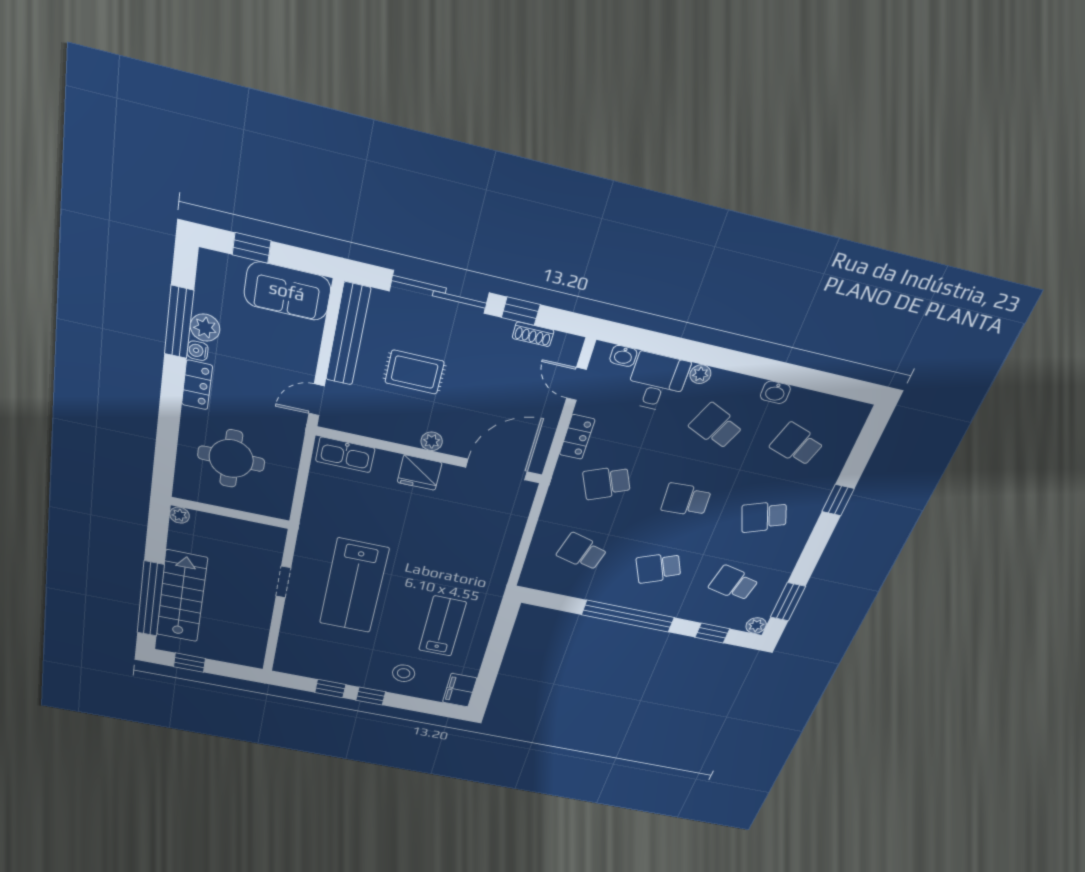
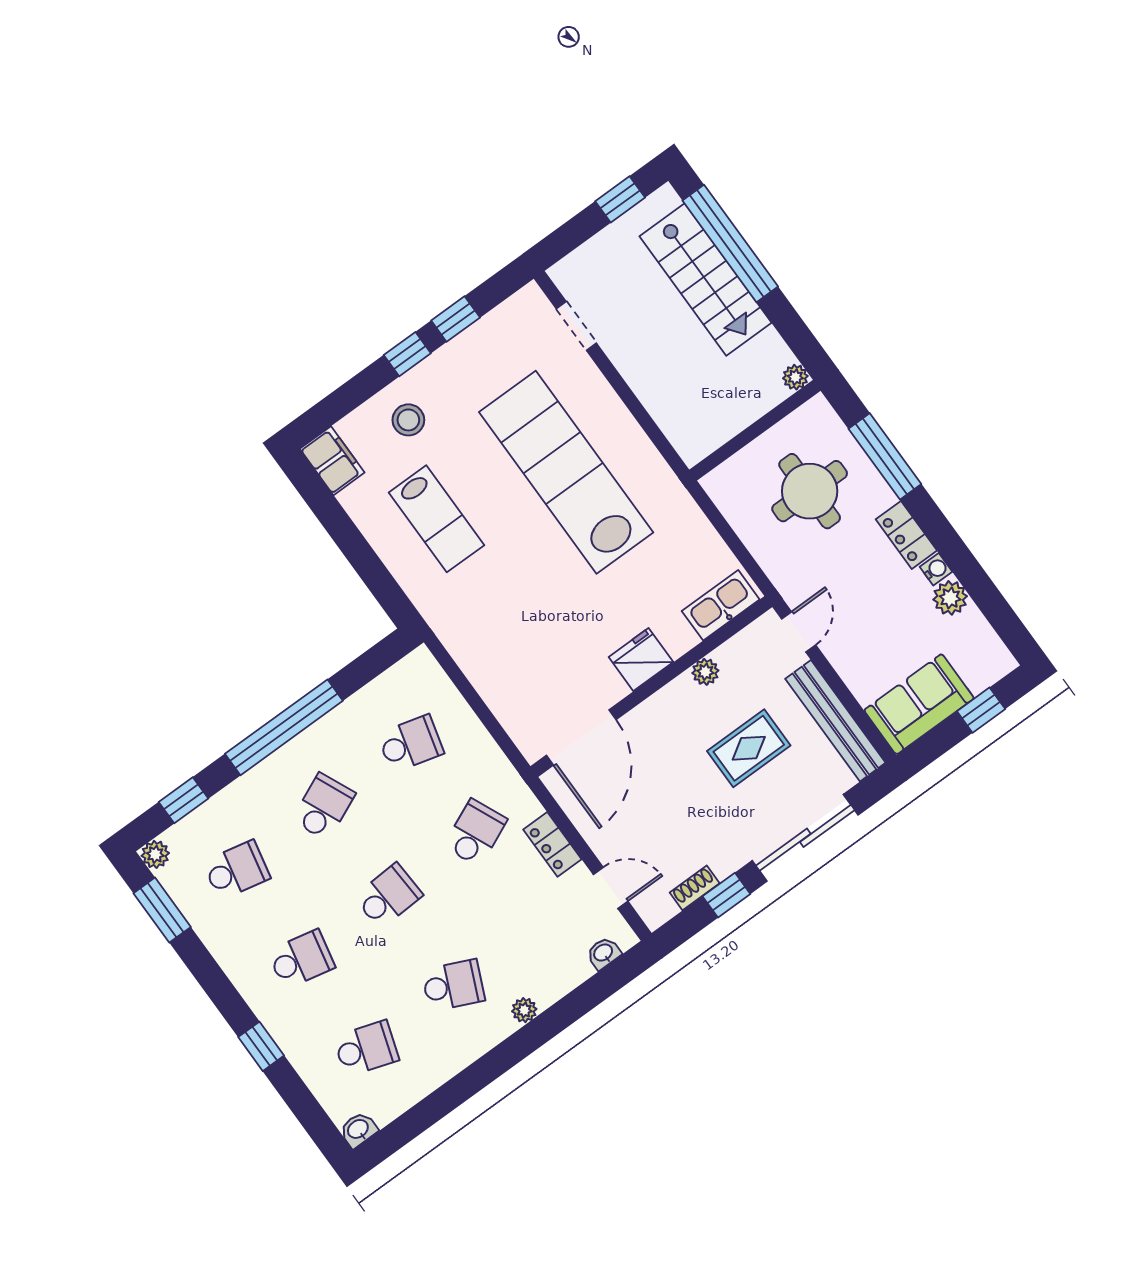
window: (179, 322) -> (885, 456), moved
desk: (657, 382) -> (549, 964), removed
washbasin: (775, 392) -> (358, 1130), moved
plant: (432, 441) -> (705, 672), moved
school desk: (764, 517) -> (301, 959), turned 33
doorway: (283, 582) -> (576, 326), moved
lab bench: (354, 586) -> (566, 472), width x1.36

